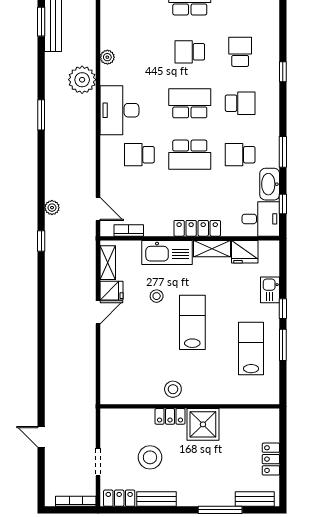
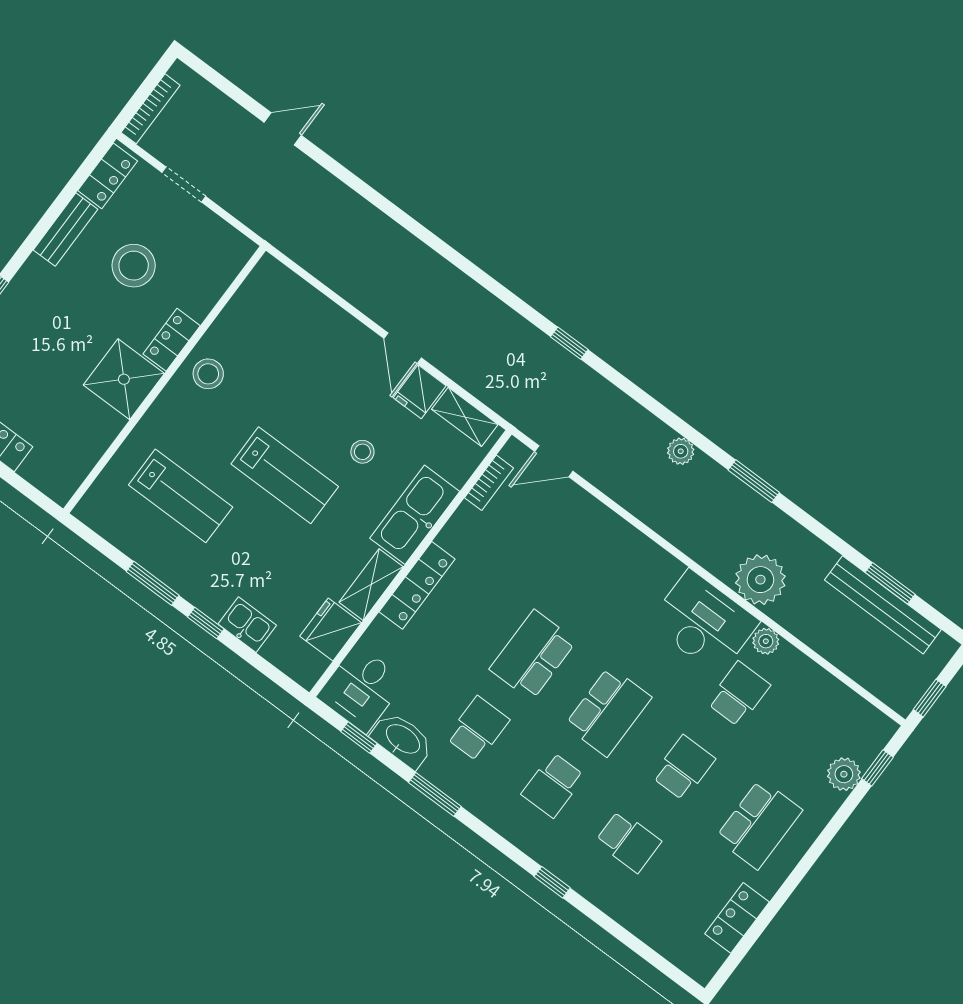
desk: (119, 110) -> (704, 622), moved
school desk: (139, 155) -> (739, 694), moved
plant: (52, 208) -> (681, 451), moved
lab bench: (251, 349) -> (181, 496), moved

